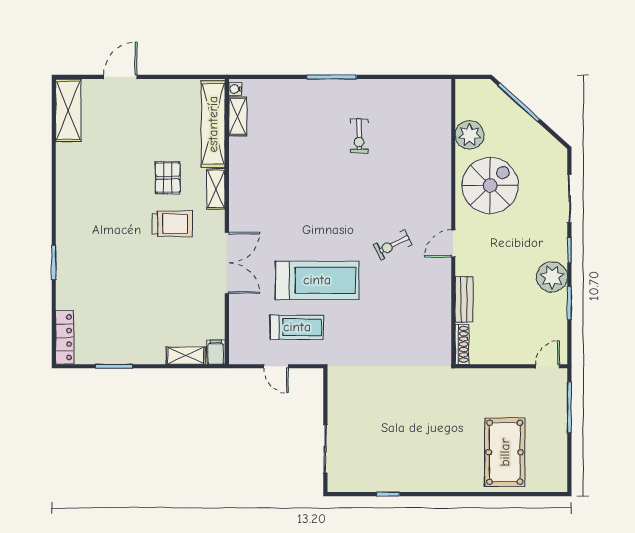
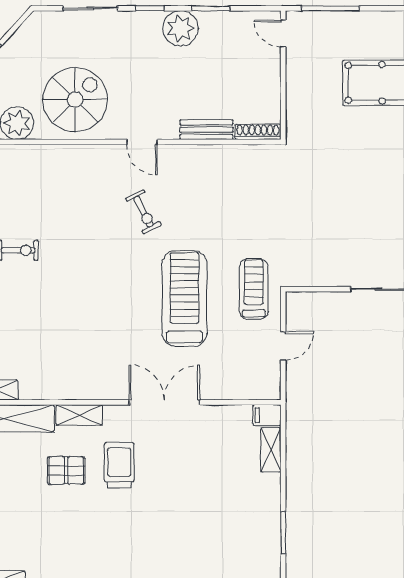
spiral stairs: (490, 185) -> (75, 100), turned 90
treadmill: (297, 327) -> (254, 289), moved

